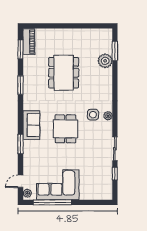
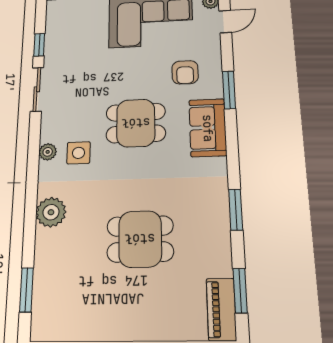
plant: (105, 61) -> (51, 212), moved
dining table: (64, 73) -> (140, 239), width x0.73
dining table: (65, 129) -> (136, 123), turned 90
armchair: (41, 154) -> (185, 72), added

